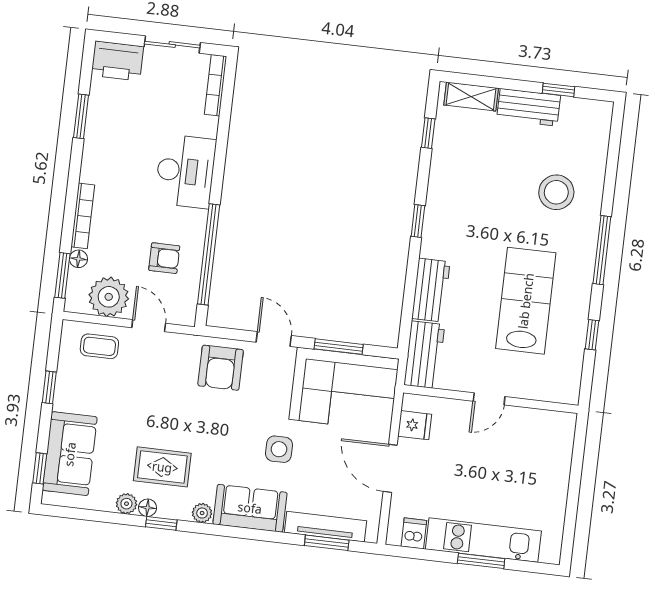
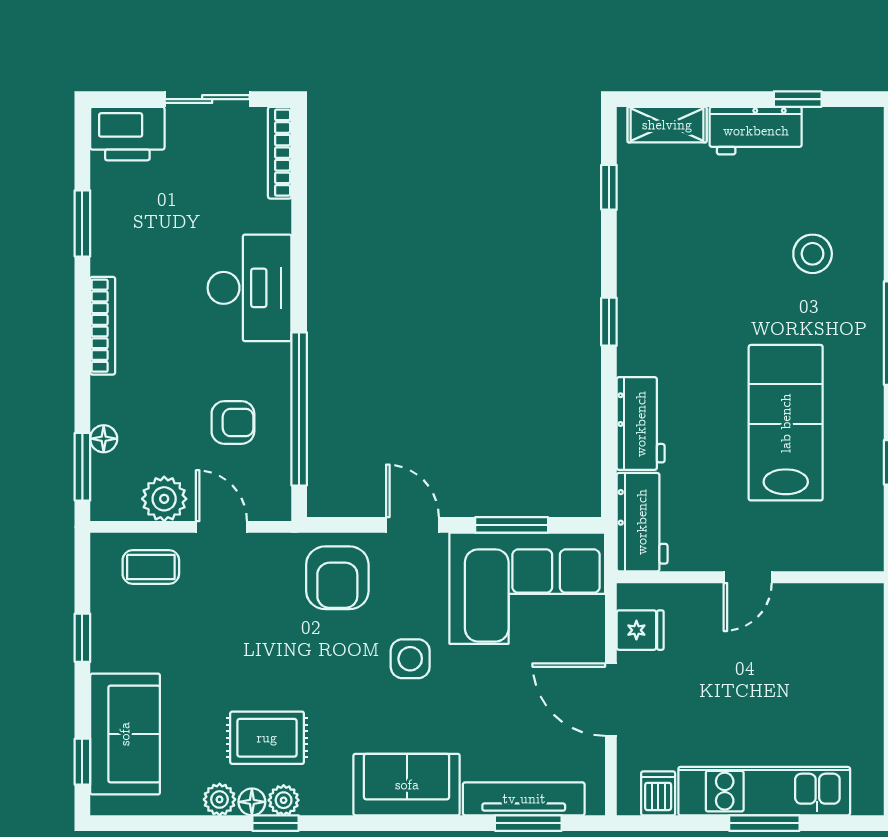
stool: (556, 192) -> (813, 254), width x0.73, depth x0.73
bookcase: (83, 216) -> (103, 326), moved
plant: (109, 297) -> (164, 499), width x0.73, depth x0.73
side table: (279, 449) -> (410, 659), moved
plant: (202, 513) -> (284, 800), moved

